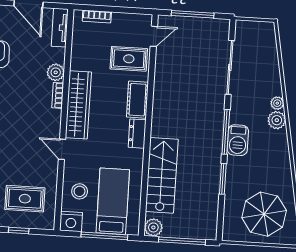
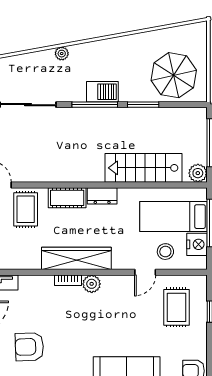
plant: (56, 72) -> (92, 284), moved
plant: (277, 120) -> (79, 53), removed
door: (62, 149) -> (145, 272), moved
parasol: (264, 214) -> (174, 75), moved
nightstand: (71, 221) -> (197, 244), moved

